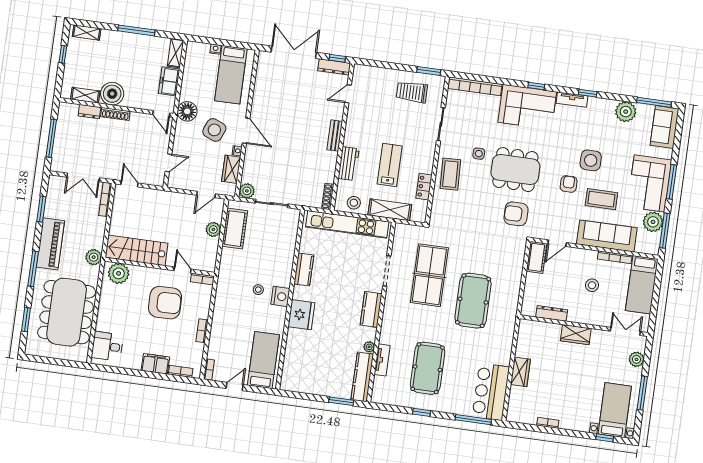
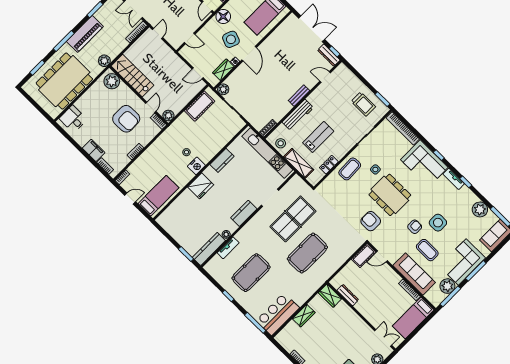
trolley: (412, 92) -> (363, 104), turned 180
workbench: (349, 164) -> (298, 115), width x1.38
plant: (213, 229) -> (168, 115), moved
stool: (592, 285) -> (384, 296), removed
wardrobe: (576, 335) -> (330, 296), moved

